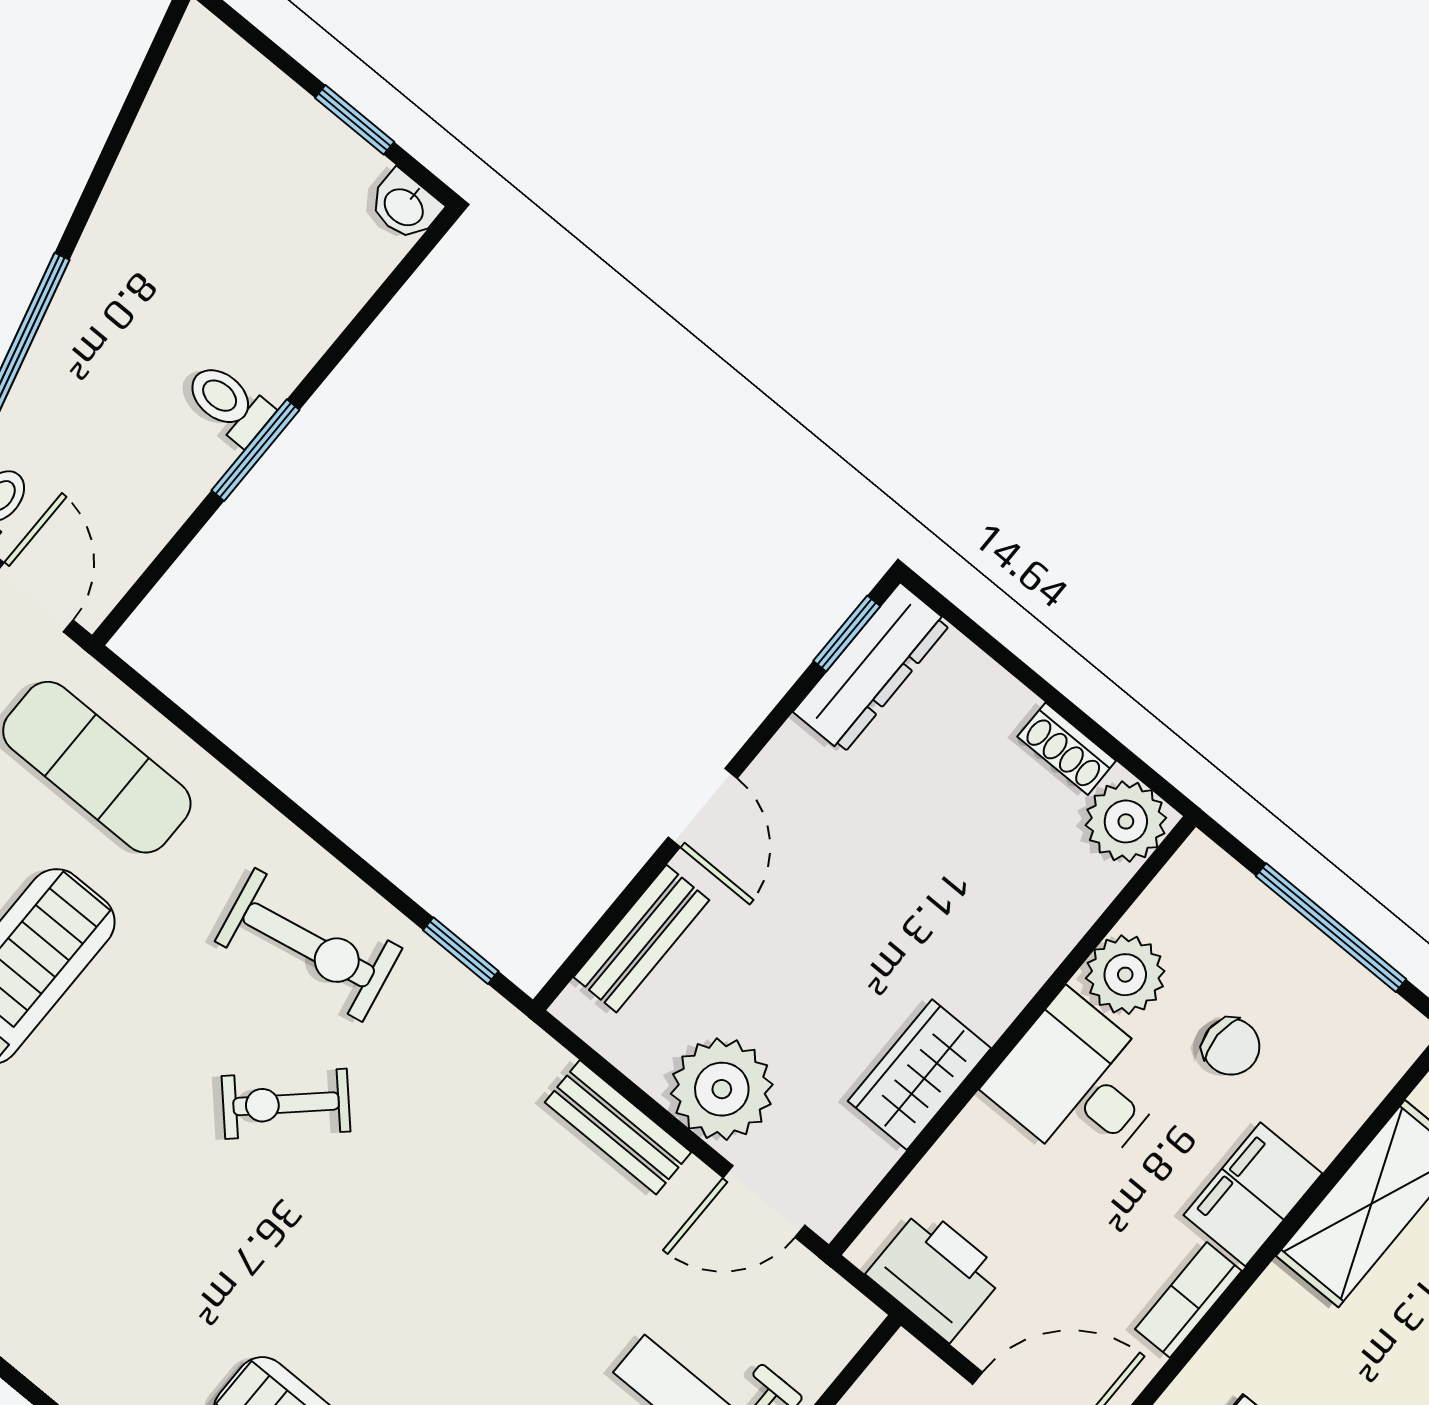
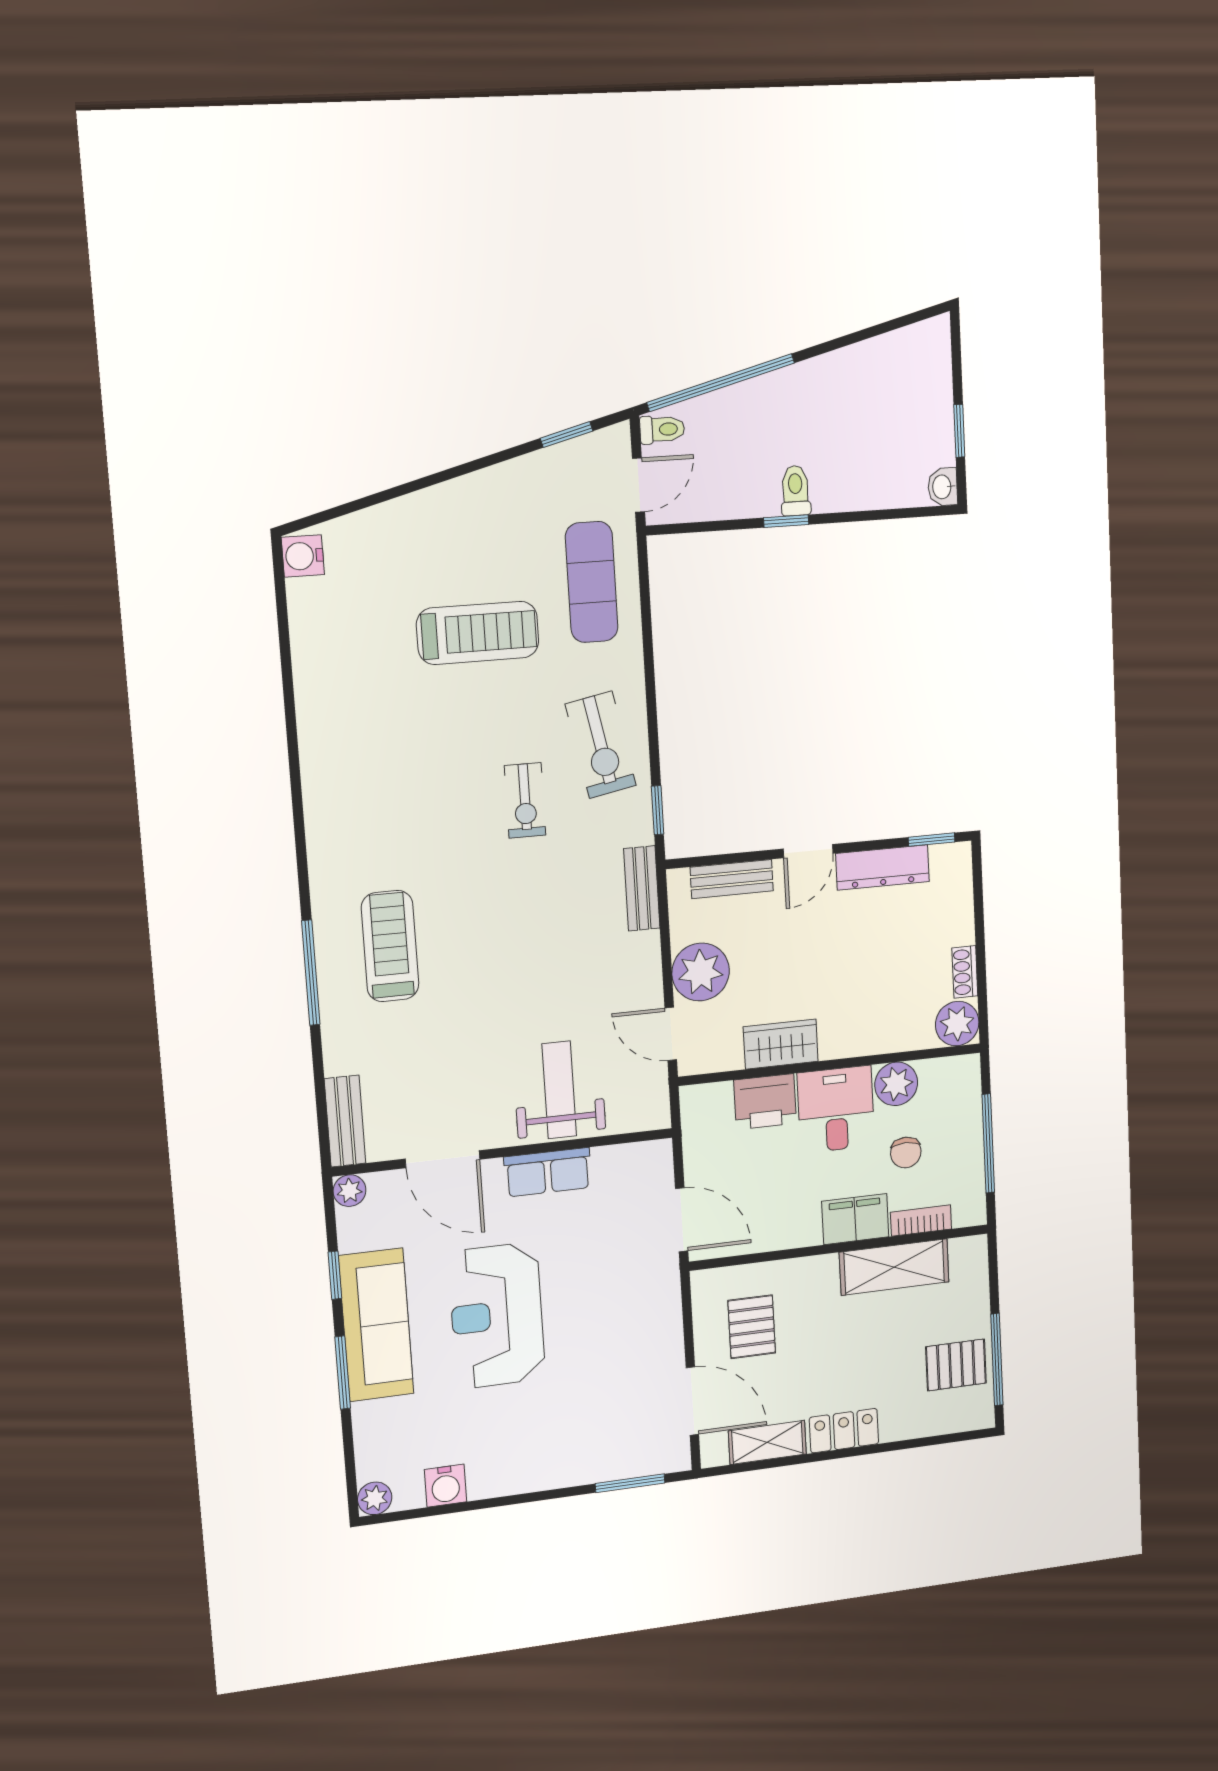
window: (256, 450) -> (786, 521), width x0.67
dresser: (872, 668) -> (883, 868), moved
exercise bike: (286, 1104) -> (525, 800), turned -137
bench: (618, 1127) -> (642, 888), moved
printer: (936, 1274) -> (765, 1102), moved, turned 90
bookcase: (1188, 1300) -> (921, 1221), moved

